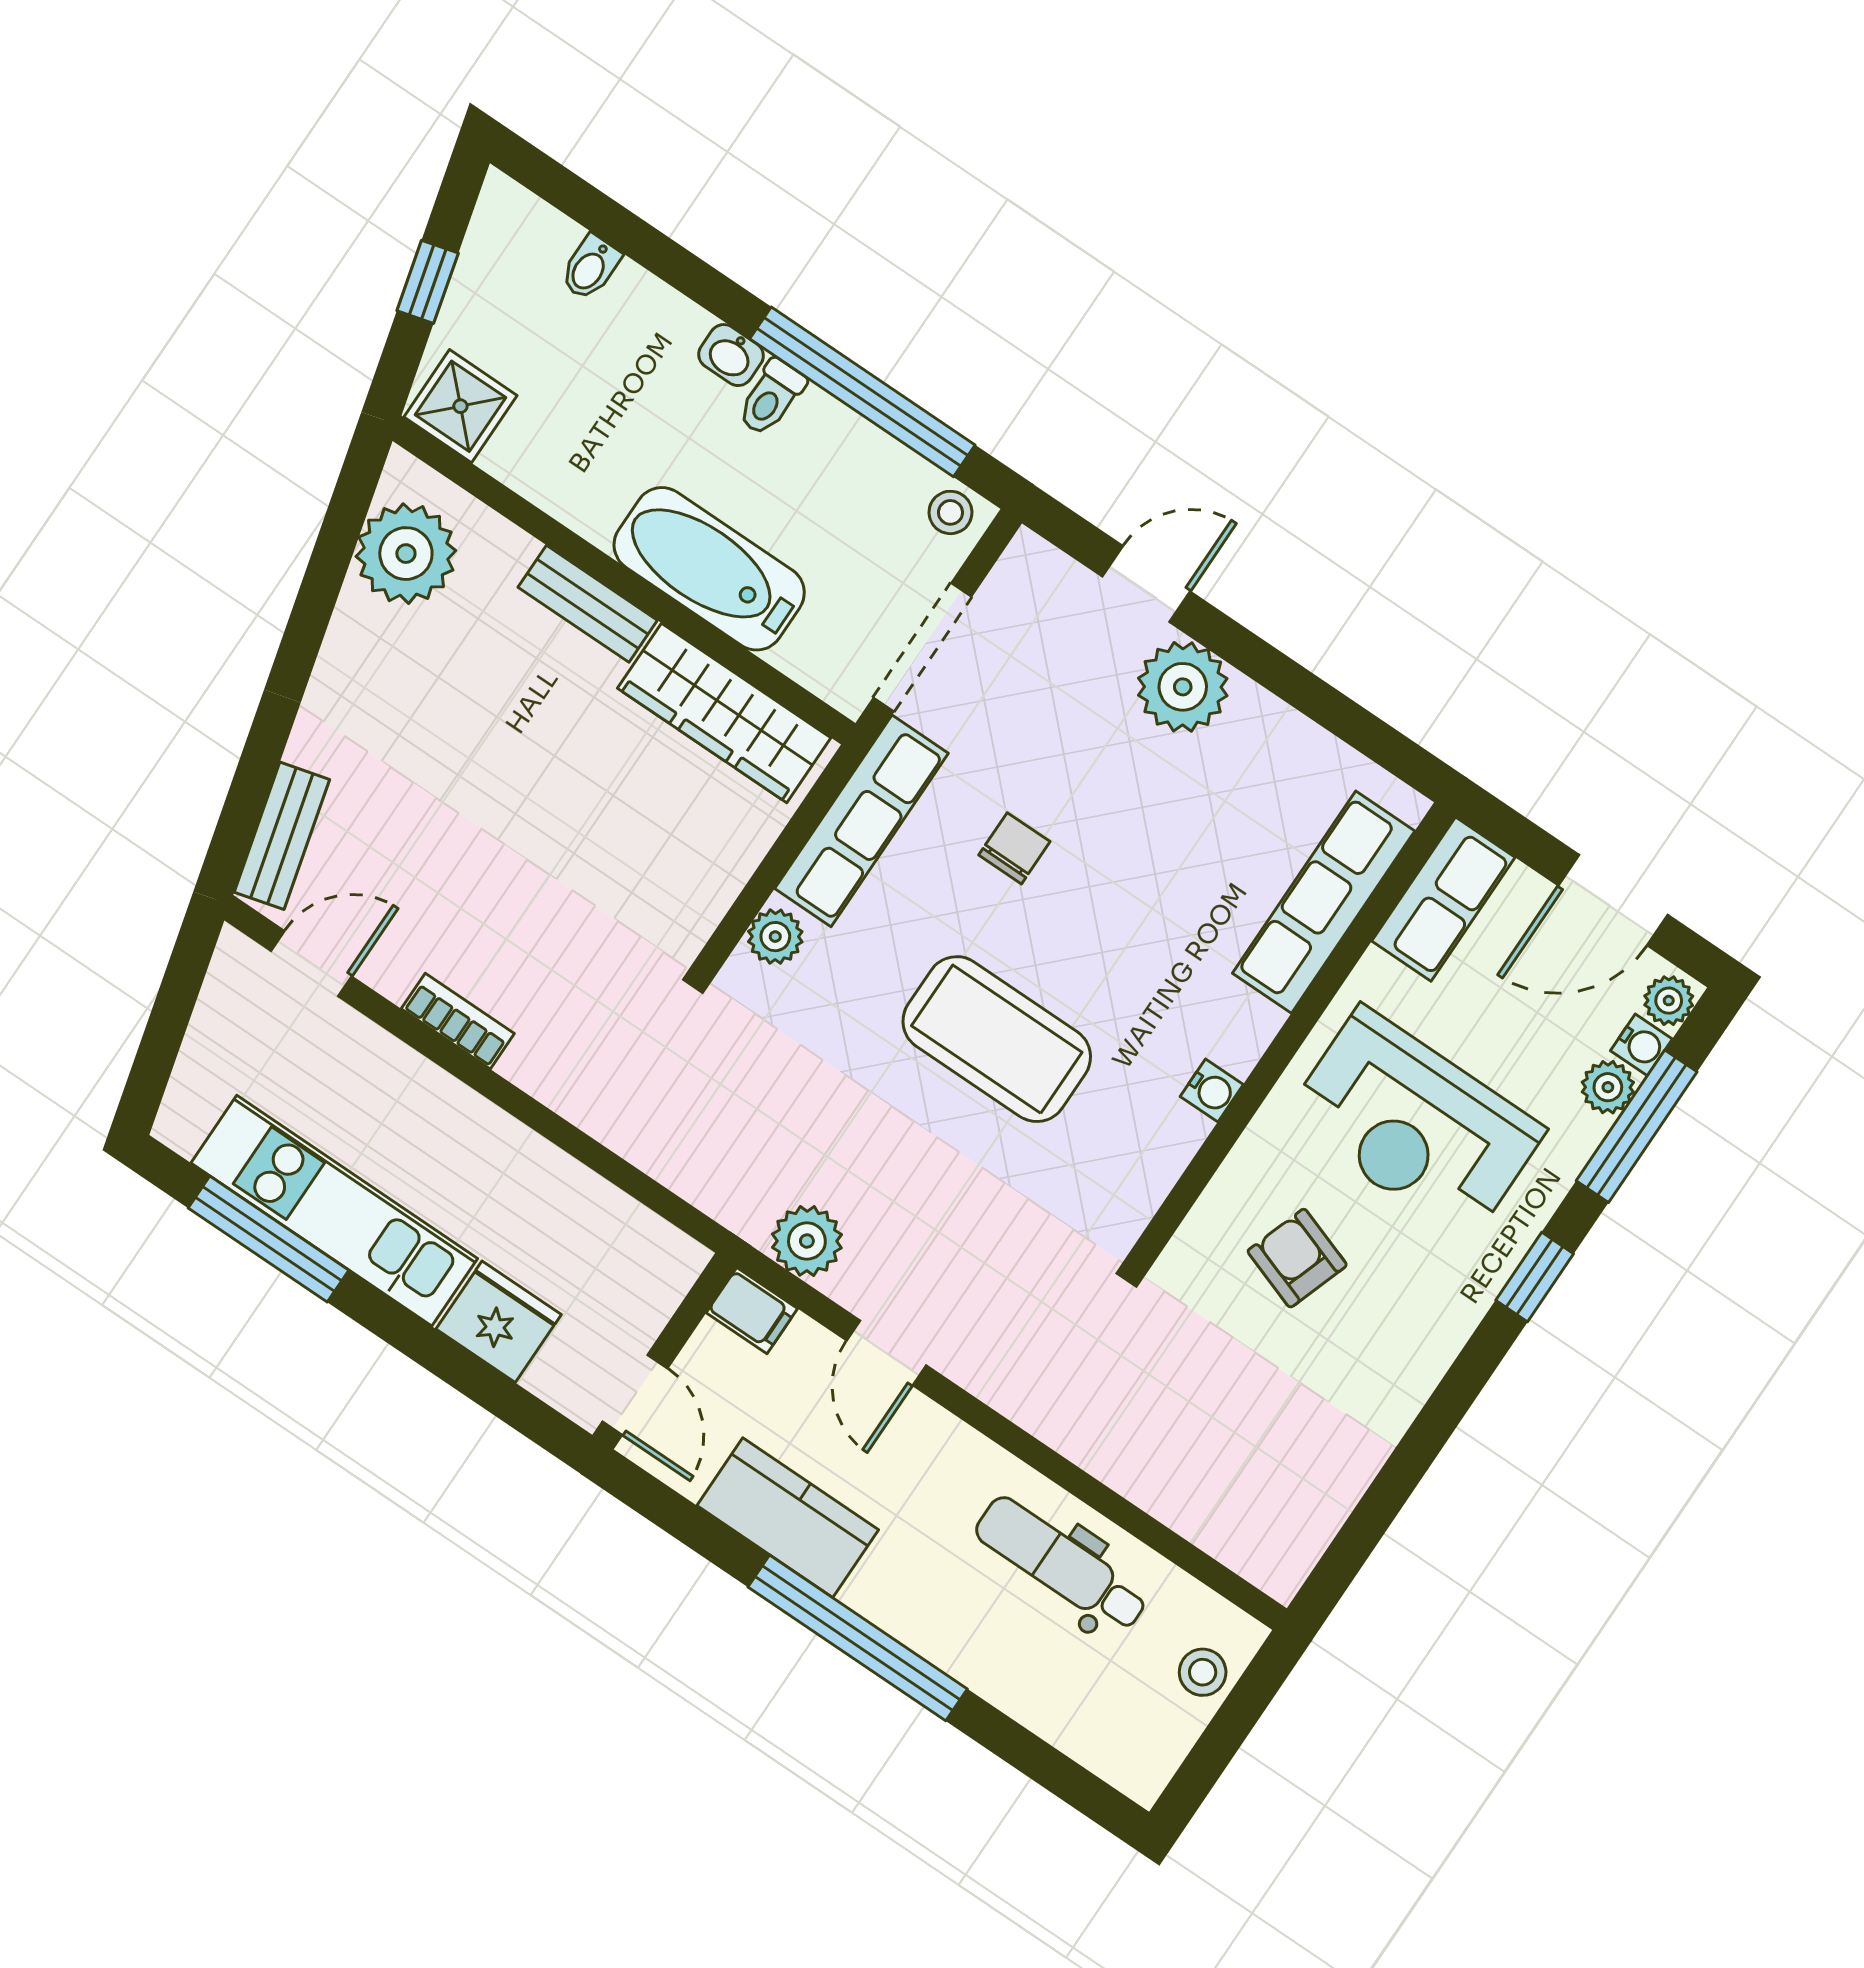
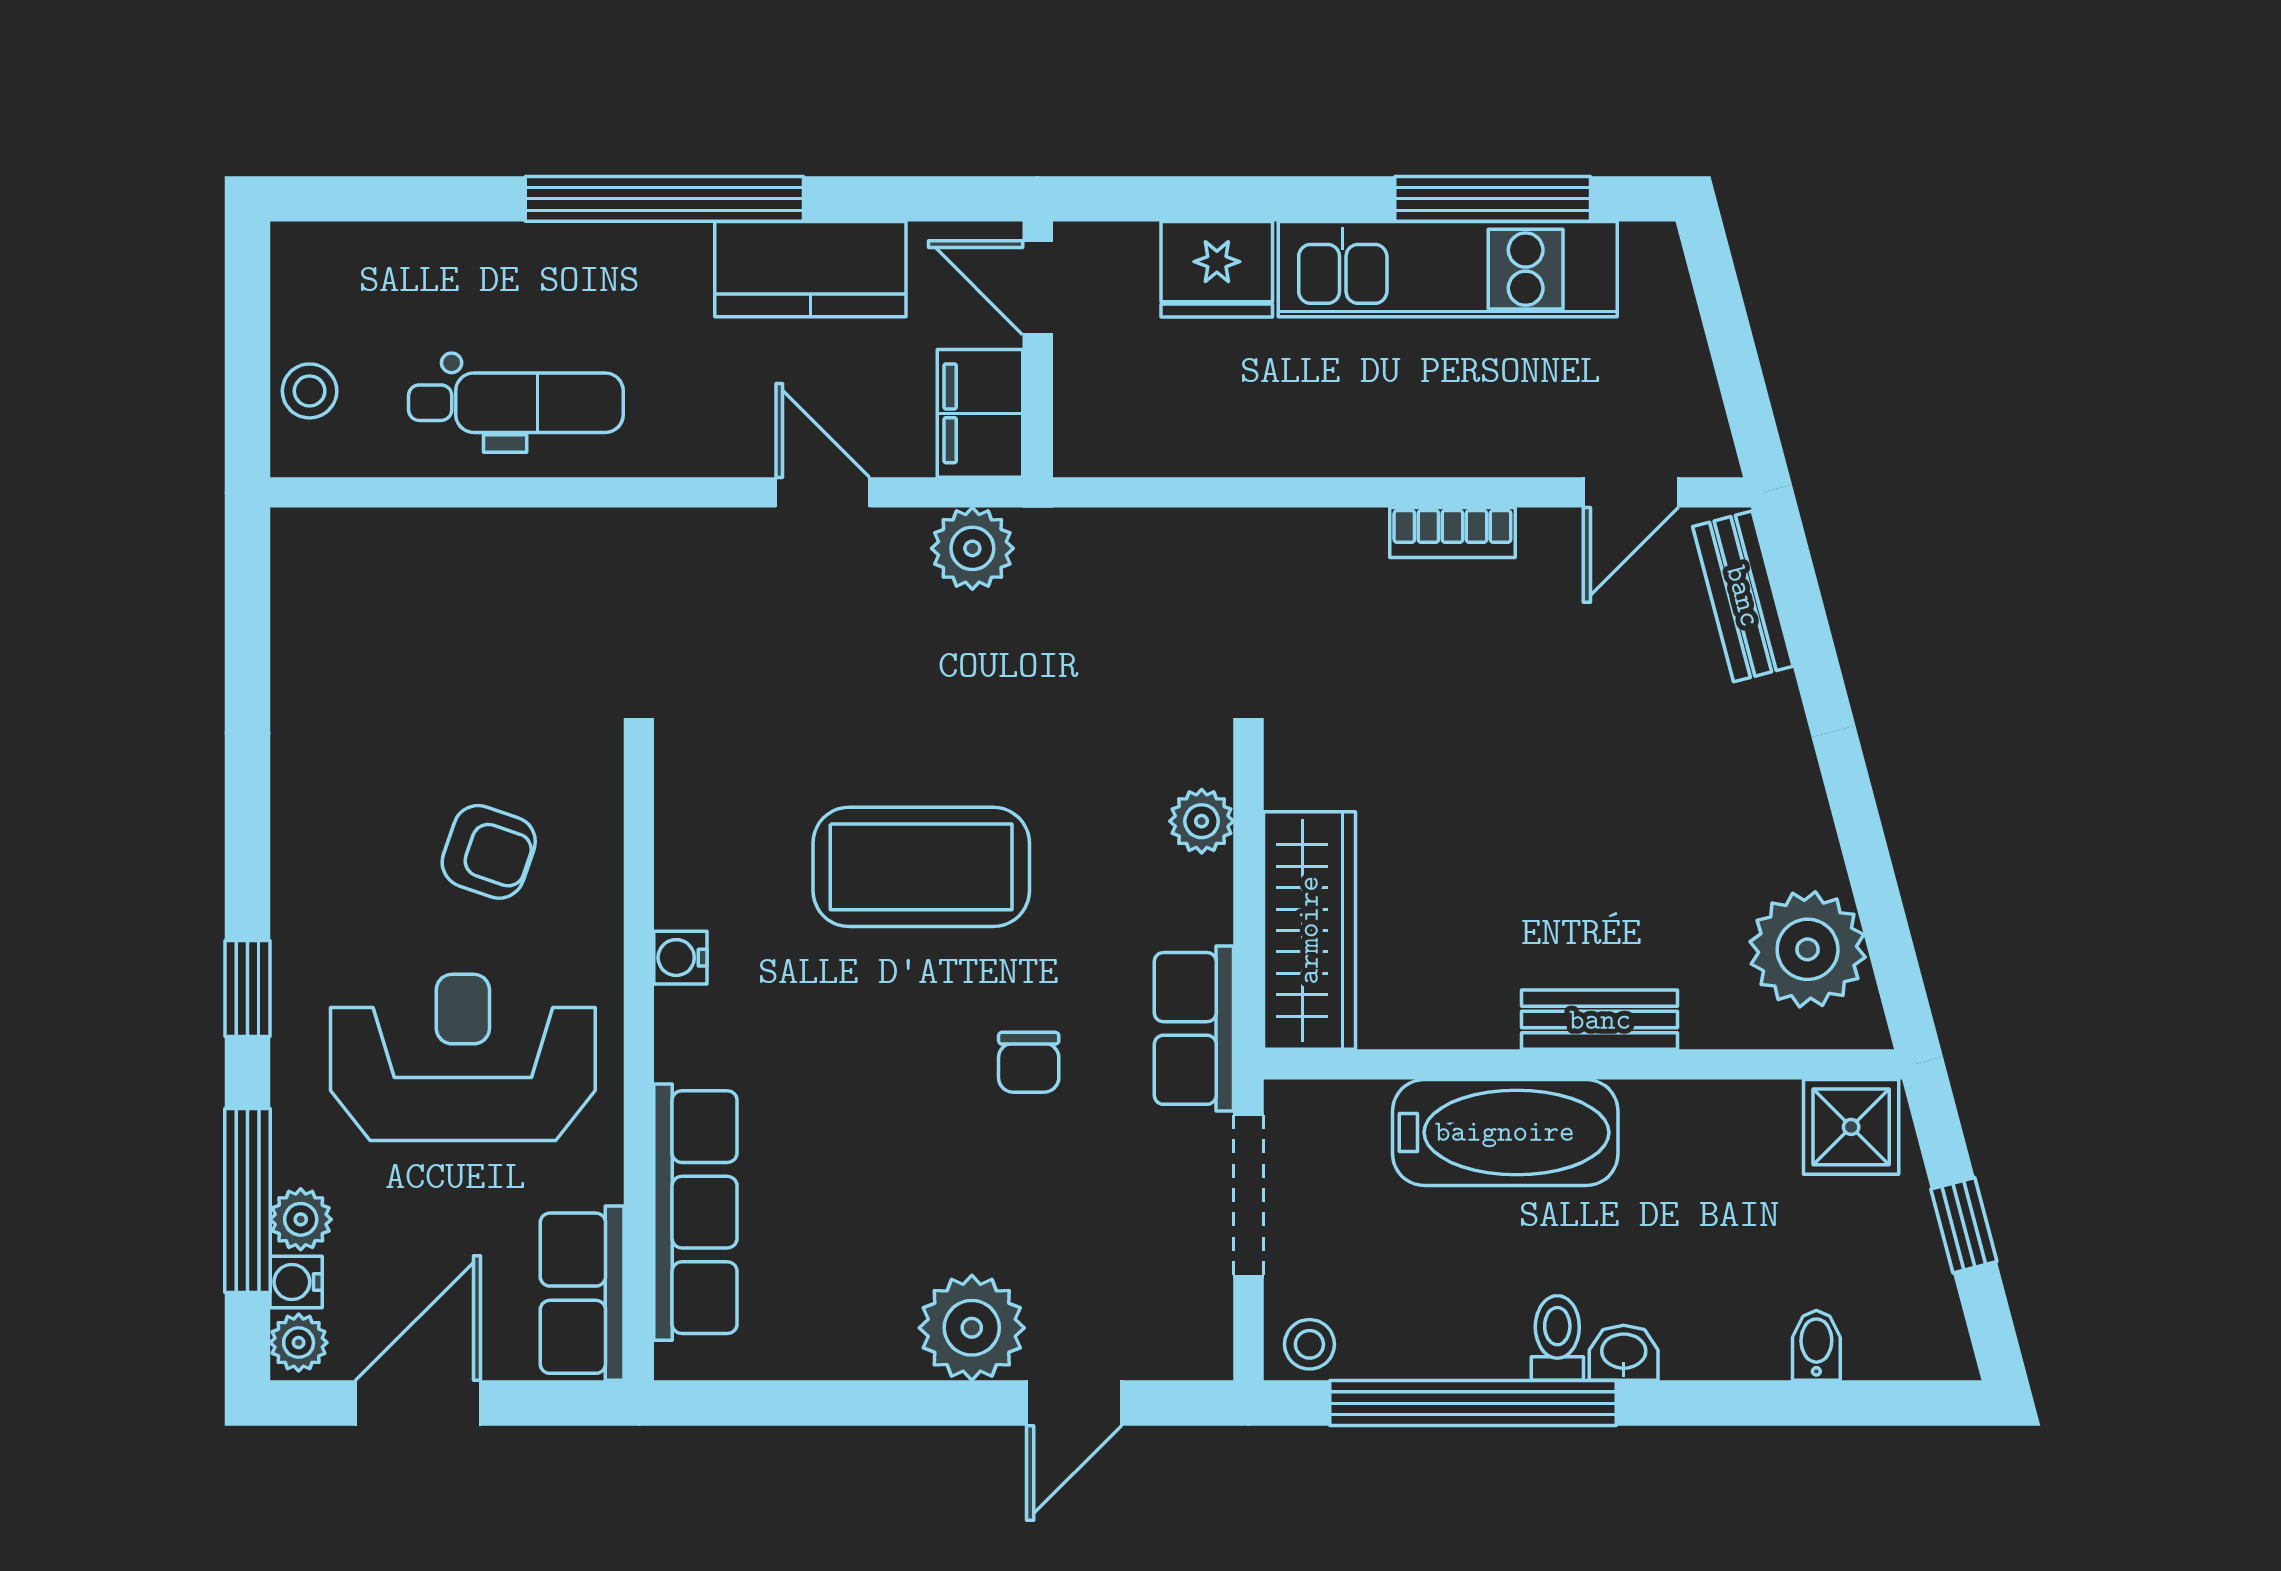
wardrobe: (724, 713) -> (1309, 930), moved, turned 90
row of seats: (862, 821) -> (1194, 1028), width x0.68
filing cabinet: (752, 1311) -> (980, 413), width x2.00

